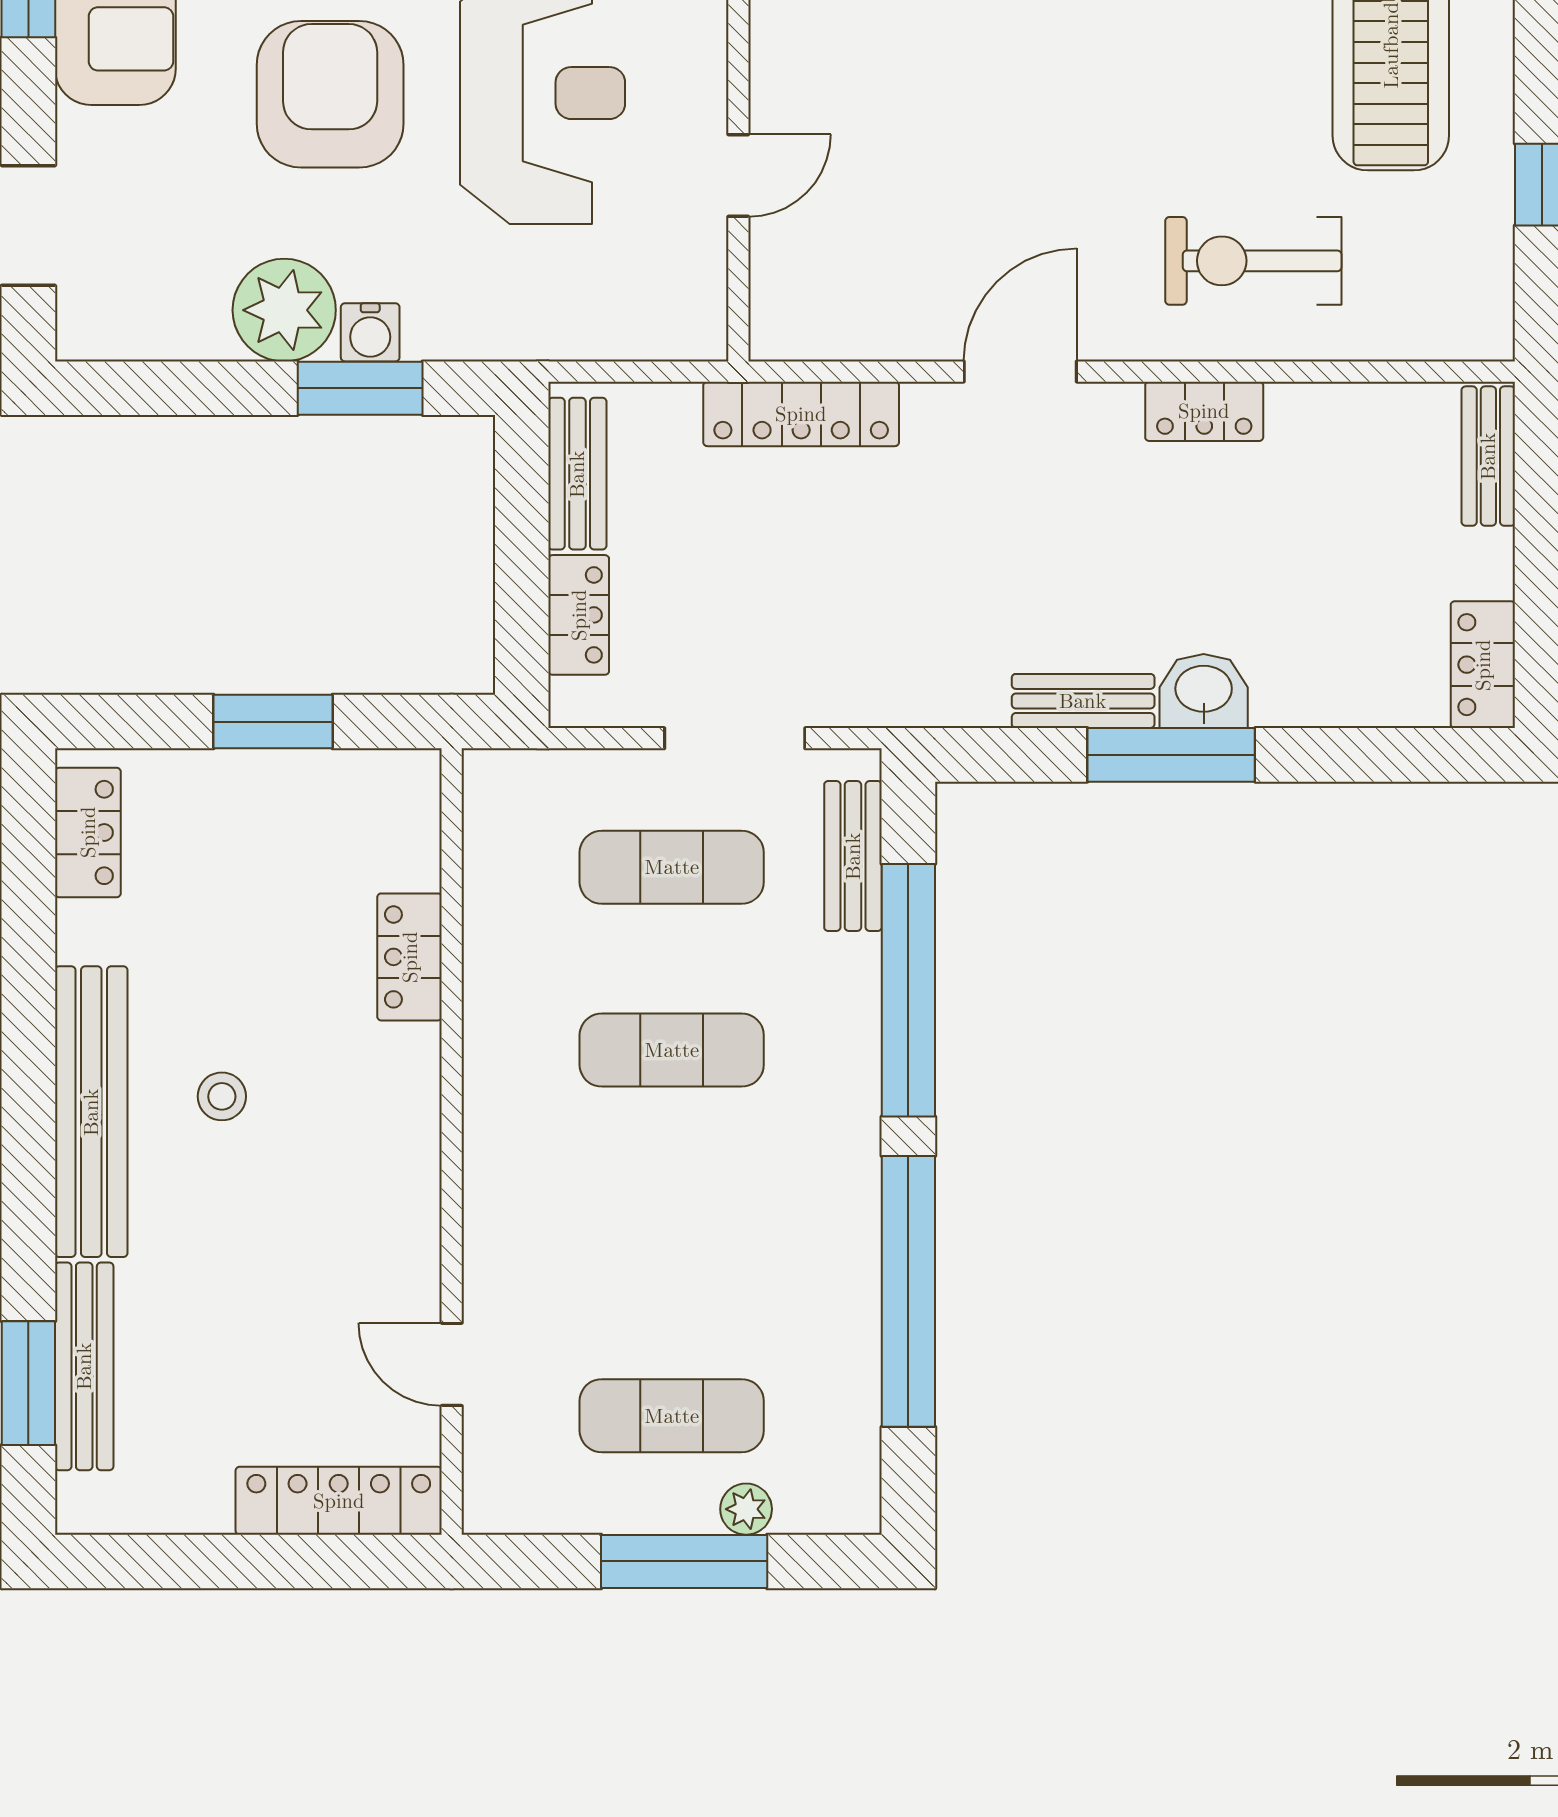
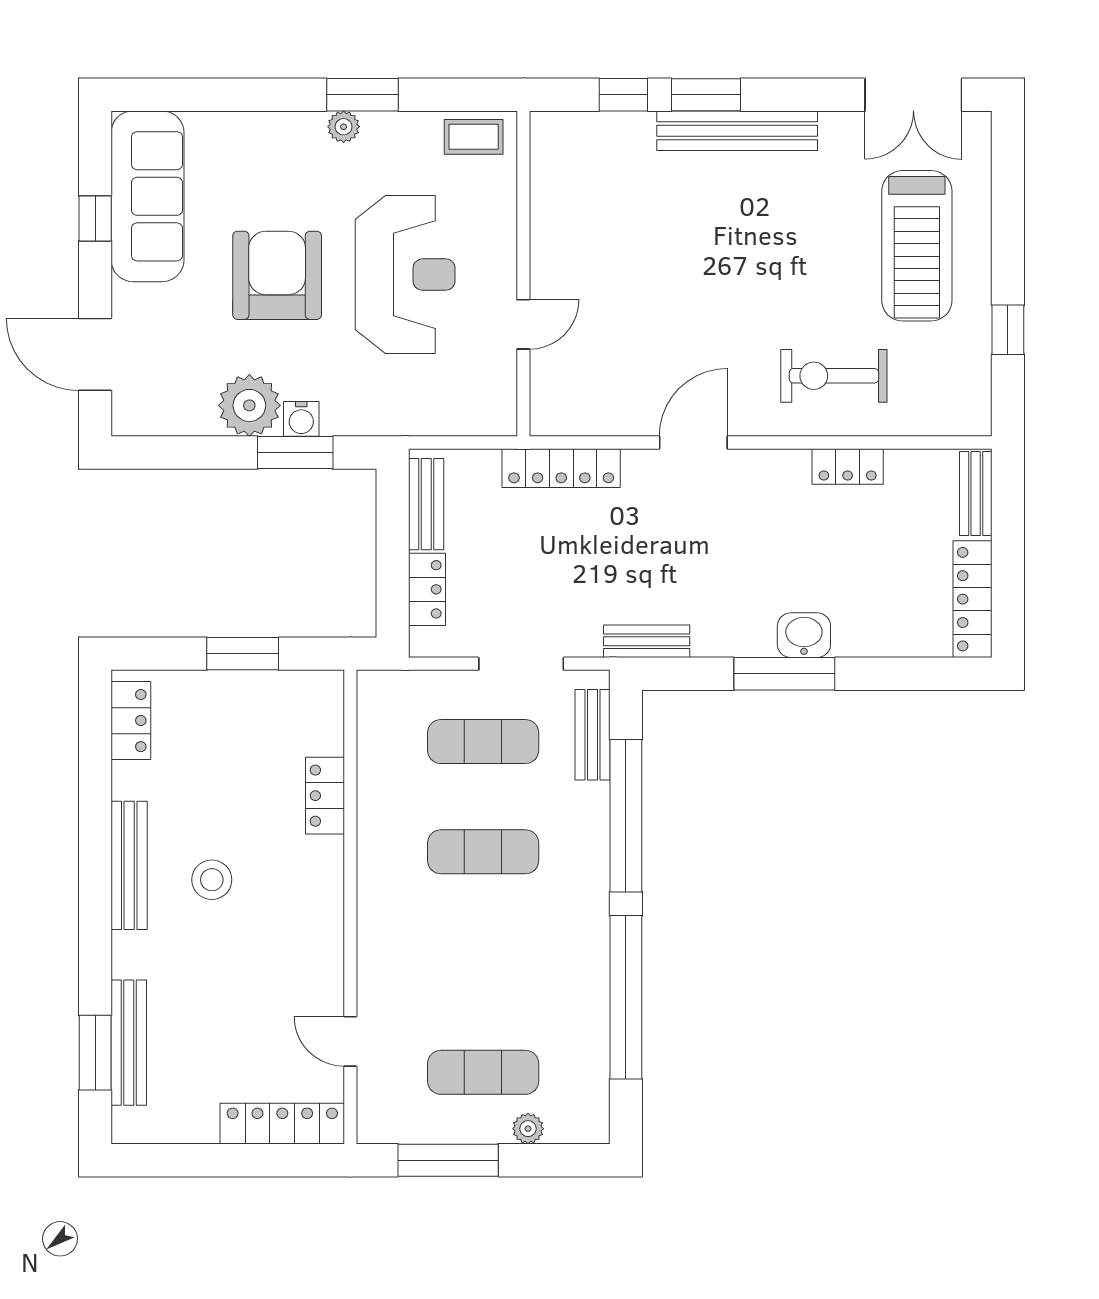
locker: (1204, 411) -> (848, 467), moved
locker: (1483, 665) -> (972, 599), width x1.53
bench: (1083, 701) -> (647, 641), moved
stool: (222, 1096) -> (212, 880), width x1.37, depth x1.37
bench: (91, 1112) -> (129, 865), width x0.73, depth x0.82
window: (684, 1561) -> (448, 1160), moved

